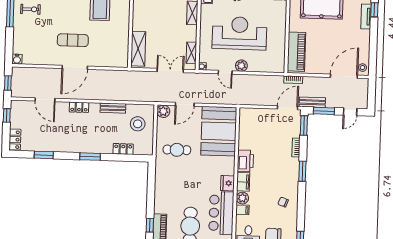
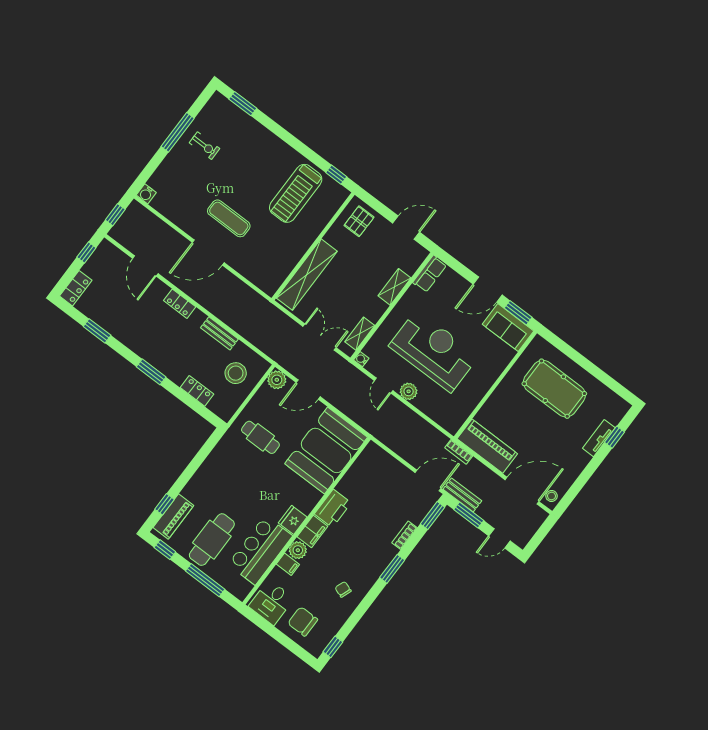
shelving: (138, 49) -> (307, 275), width x1.47
piano: (296, 52) -> (487, 446), moved, turned -90

